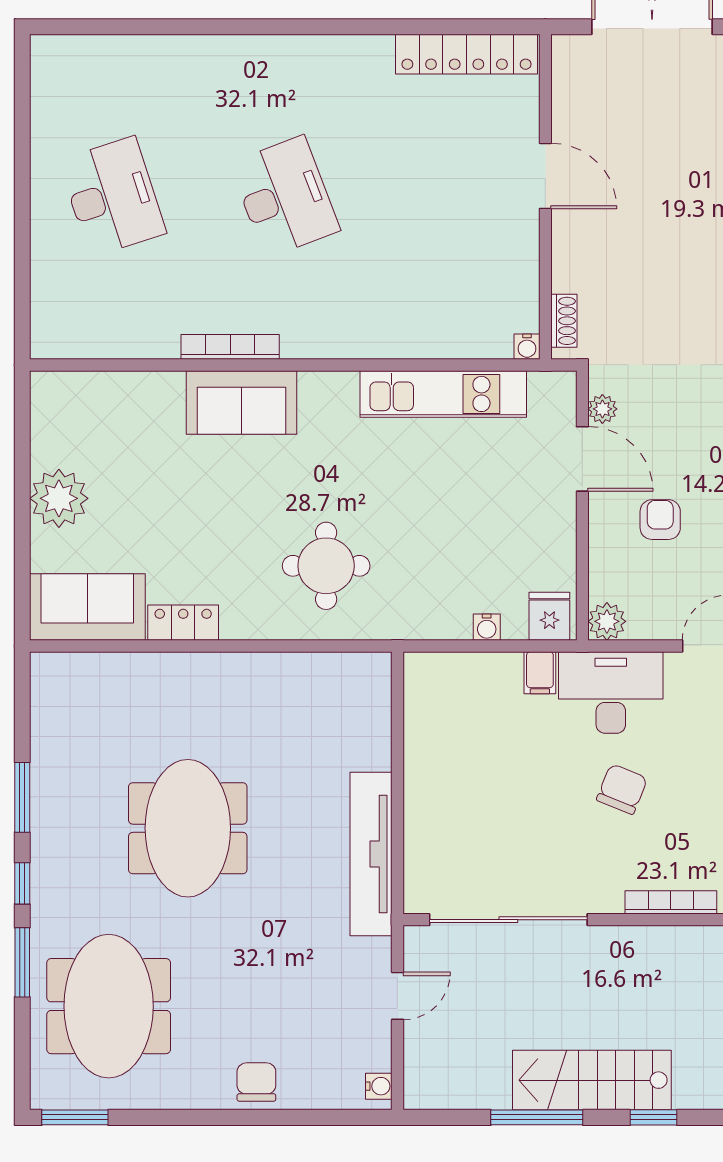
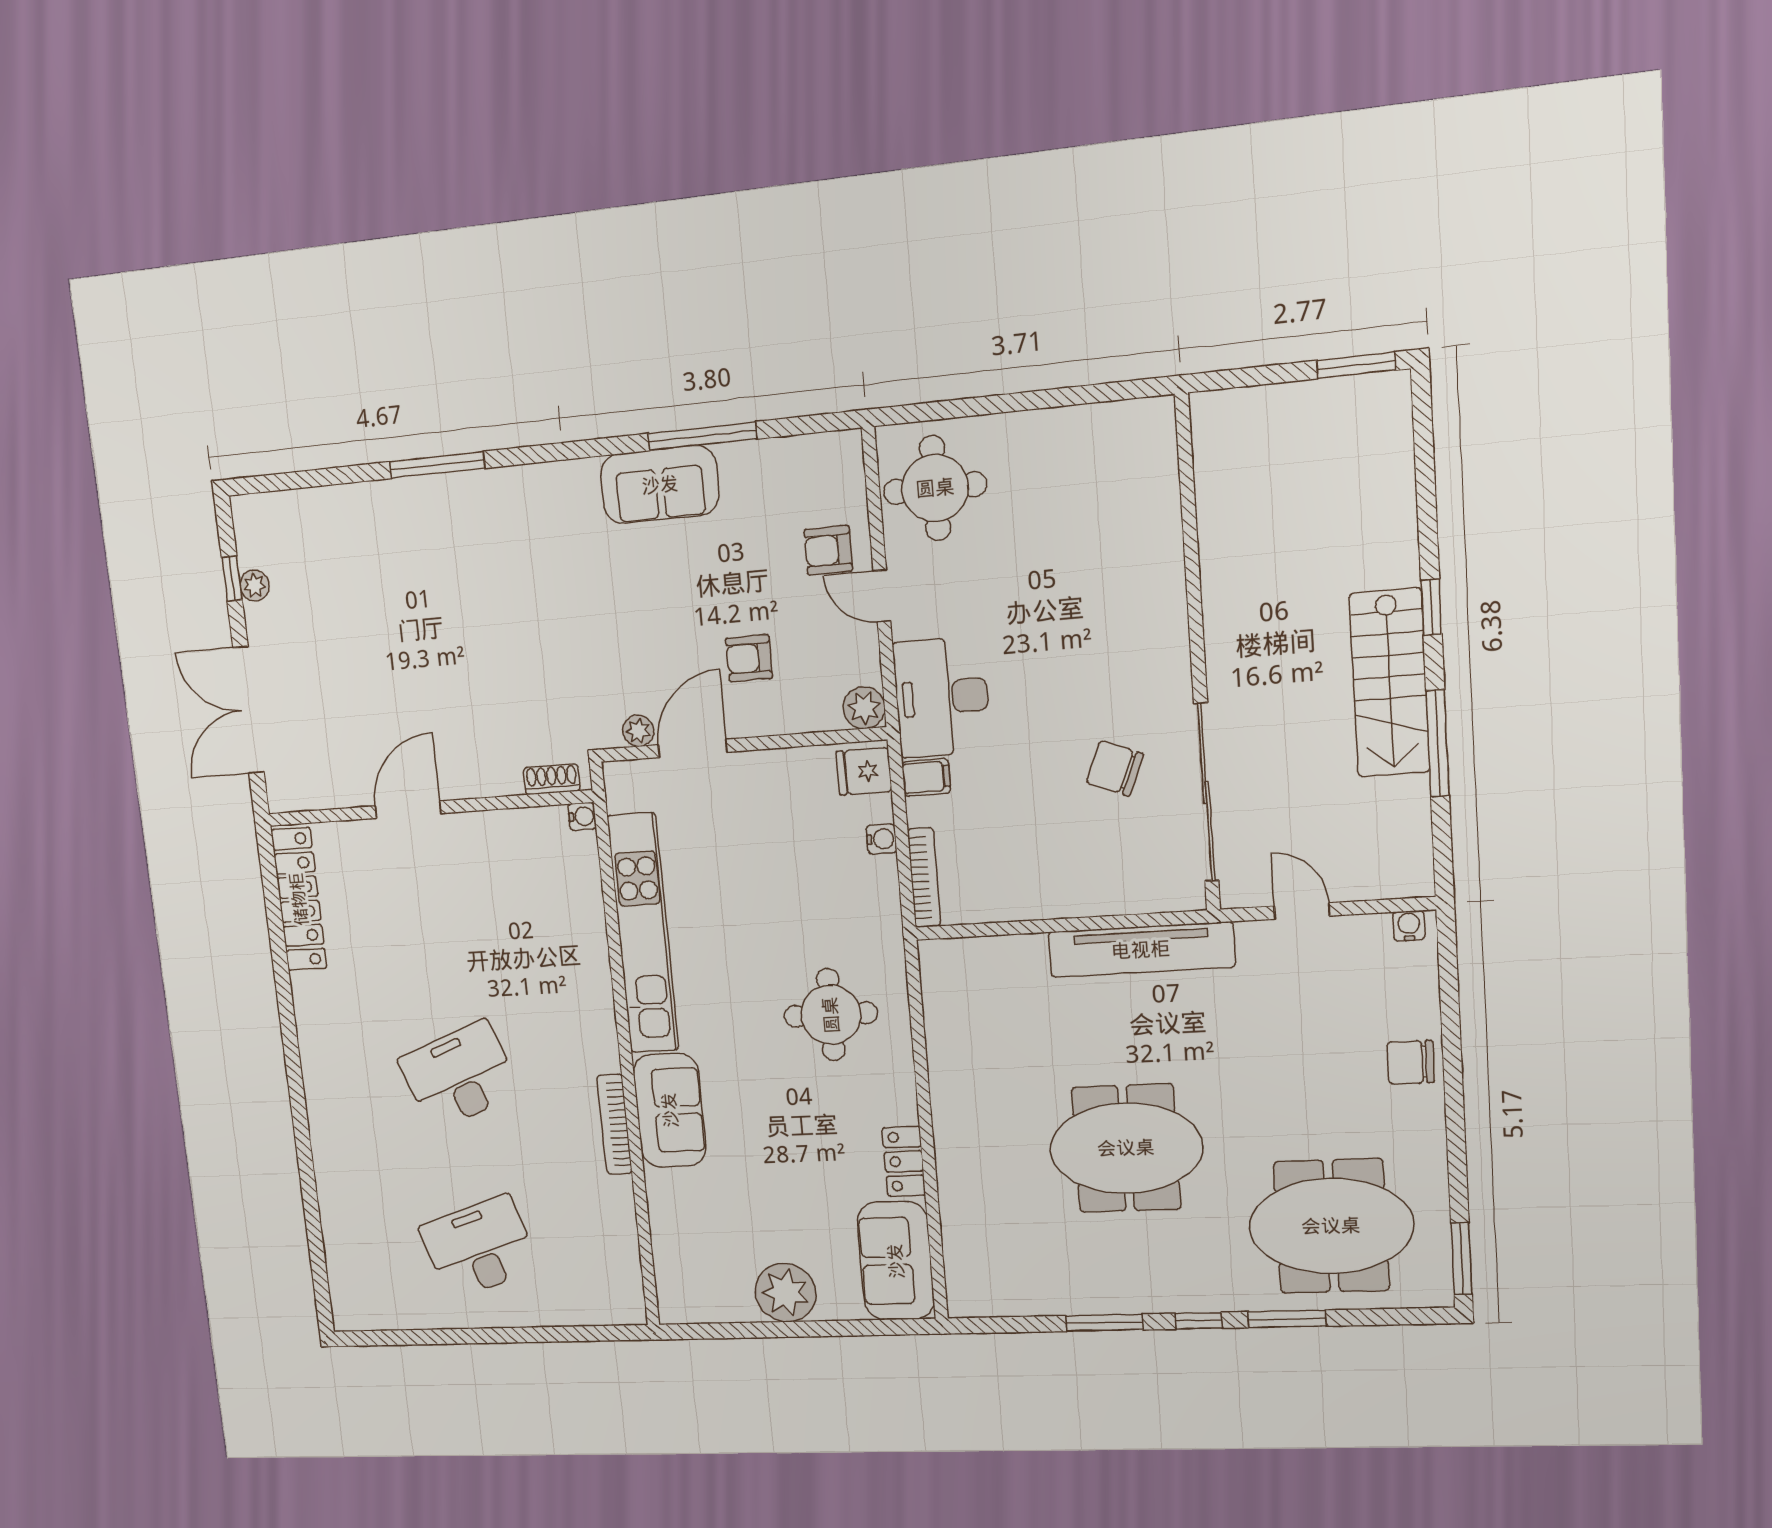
kitchen unit: (443, 394) -> (643, 933), width x1.36
chair: (622, 789) -> (1115, 768), moved
bookcase: (671, 902) -> (924, 878), moved, turned 180

